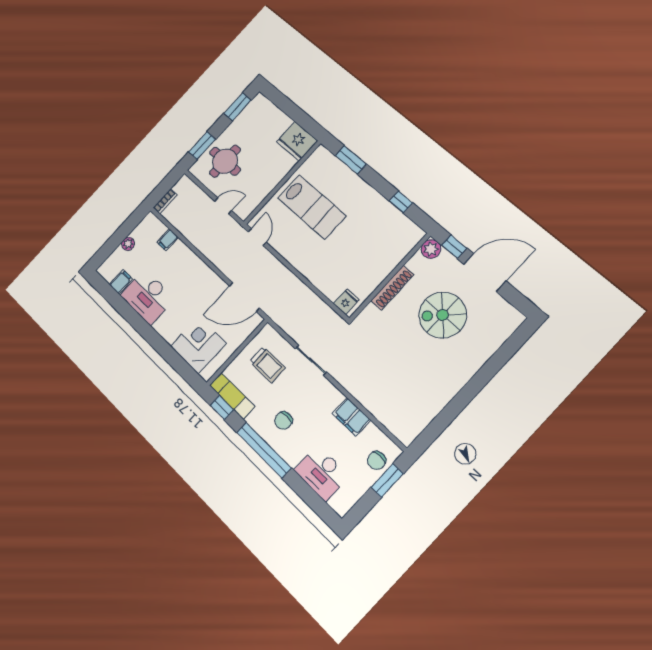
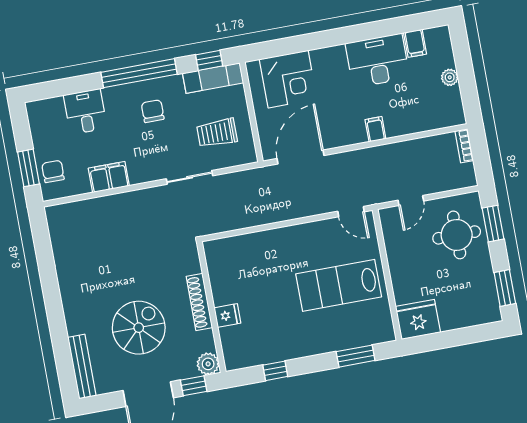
filing cabinet: (168, 240) -> (375, 129), moved
fridge: (346, 302) -> (227, 315), moved, turned -90
bench: (502, 333) -> (82, 366), added
desk: (322, 473) -> (85, 112), width x0.73

